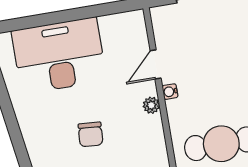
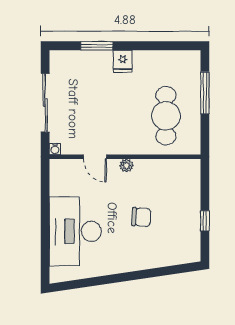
water cooler: (170, 92) -> (55, 149), moved

